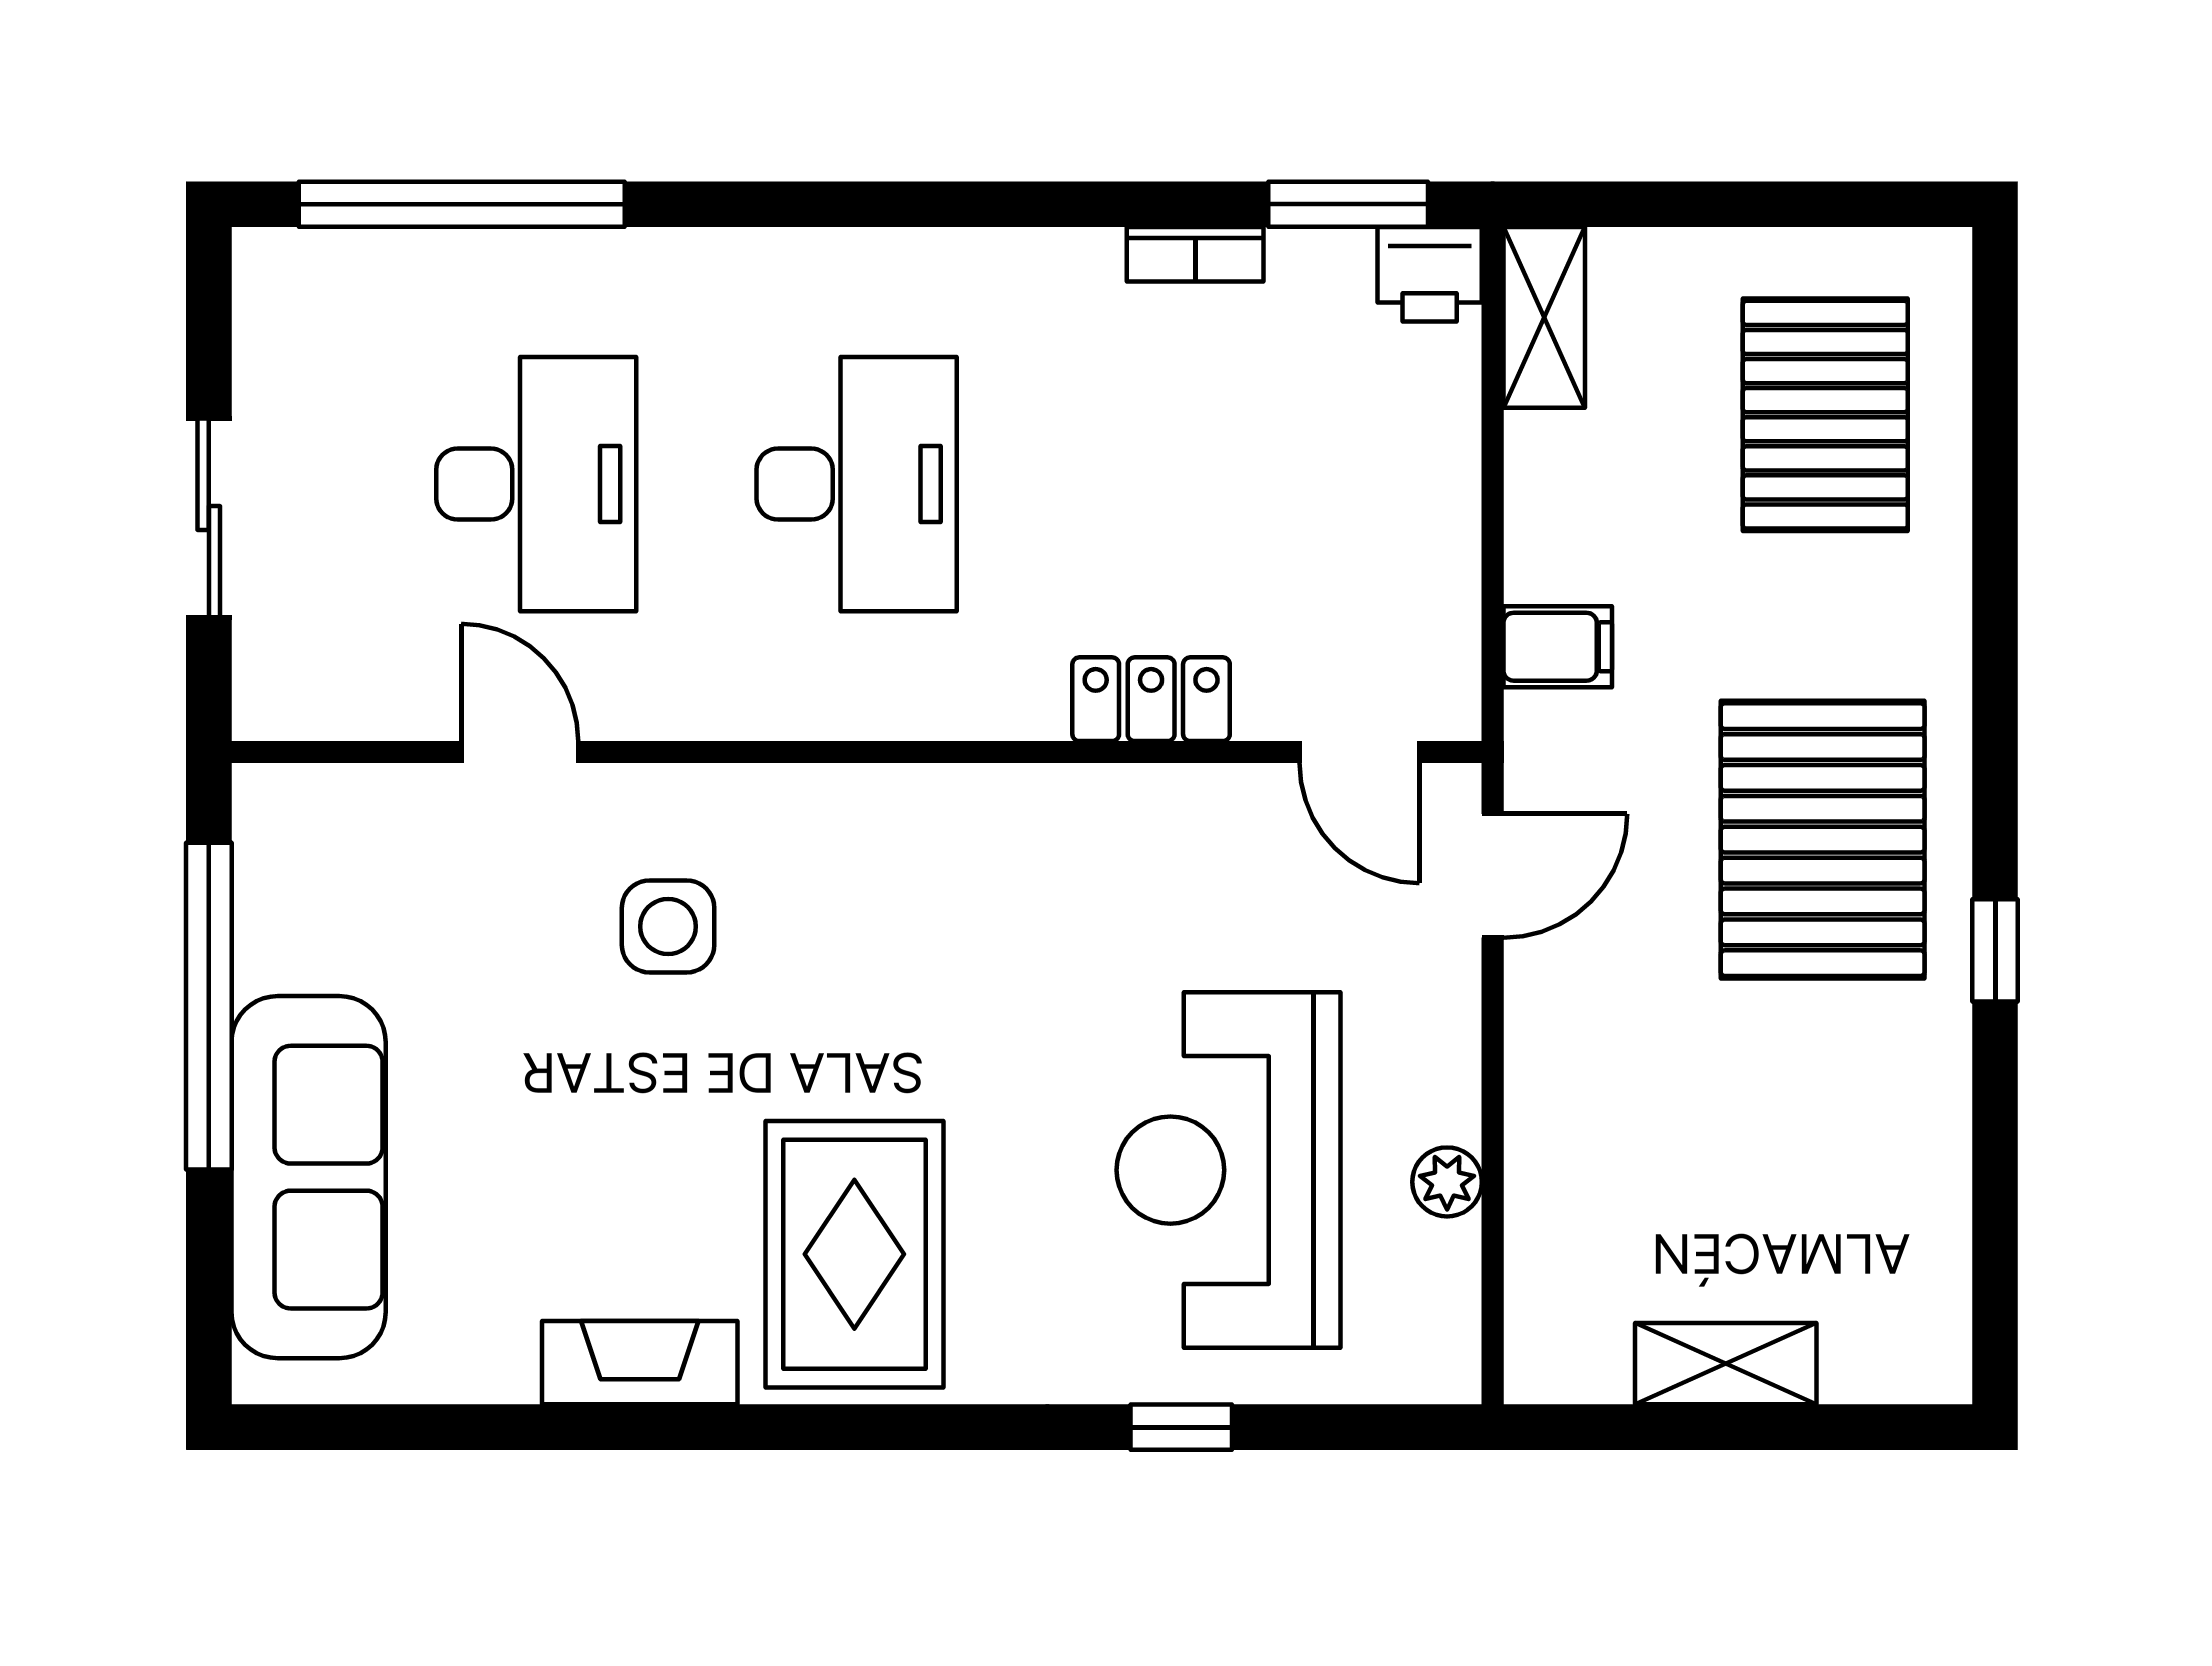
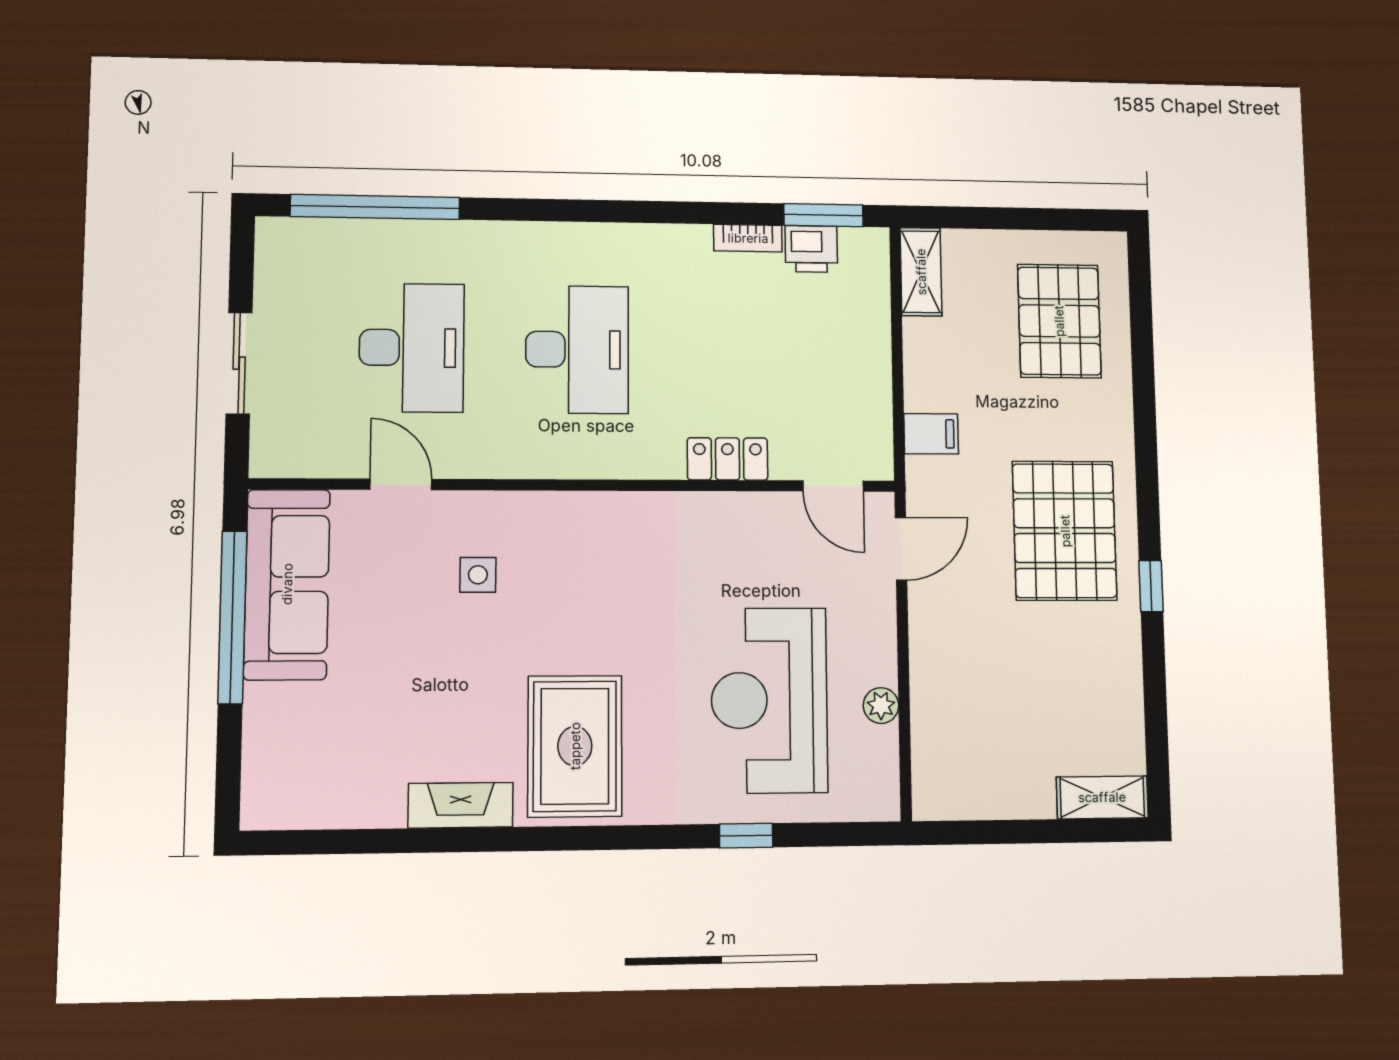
printer: (1430, 274) -> (811, 249), moved
side table: (668, 926) -> (478, 575), width x0.73, depth x0.73
sofa: (309, 1177) -> (287, 584), moved
shelving: (1726, 1364) -> (1102, 797), moved

